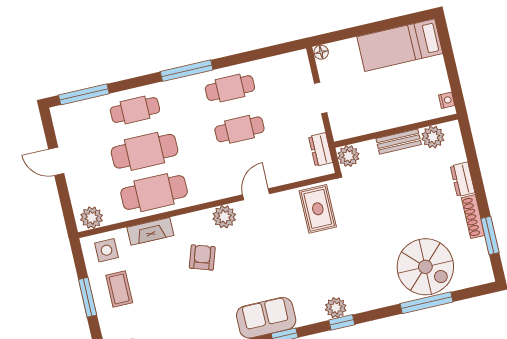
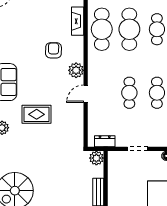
door: (256, 194) -> (86, 94), swing flipped
rug: (318, 209) -> (37, 114), moved
armchair: (202, 257) -> (53, 50), turned -107

